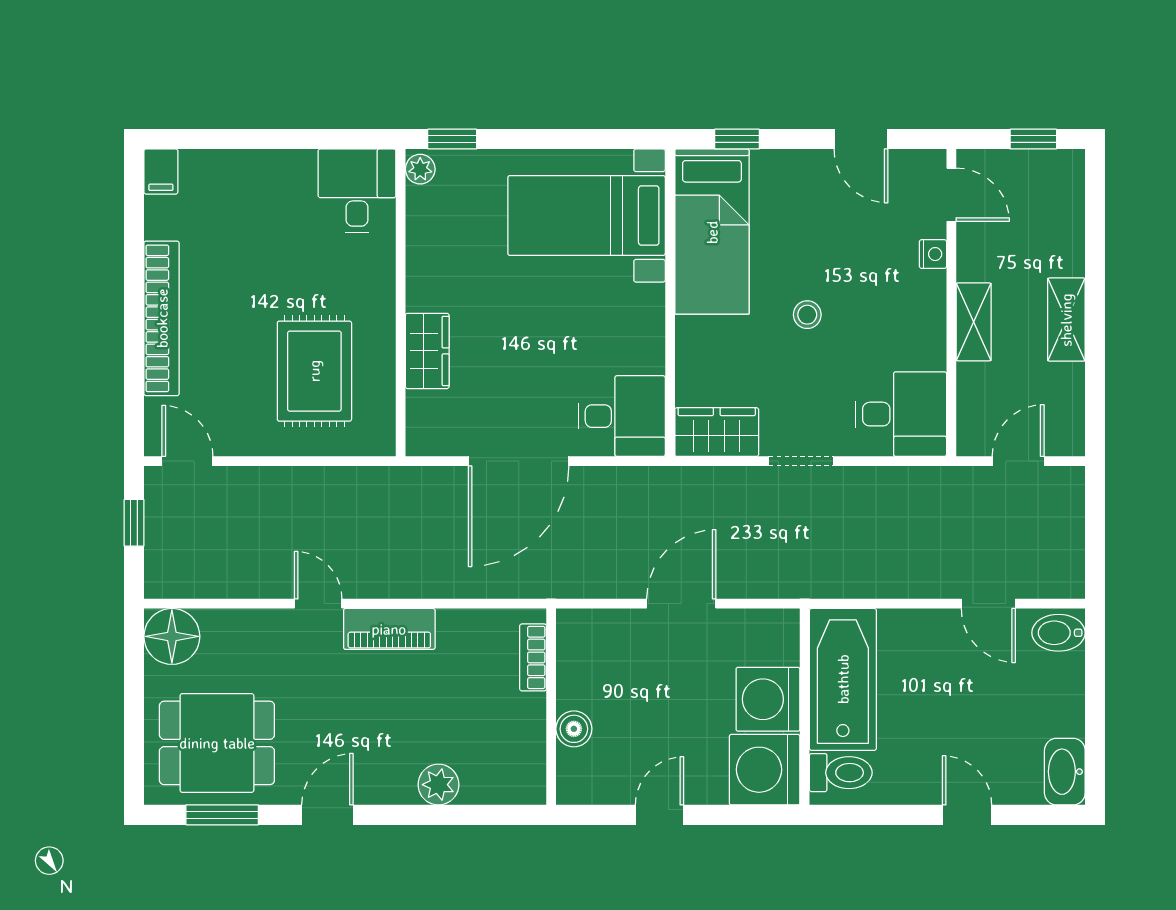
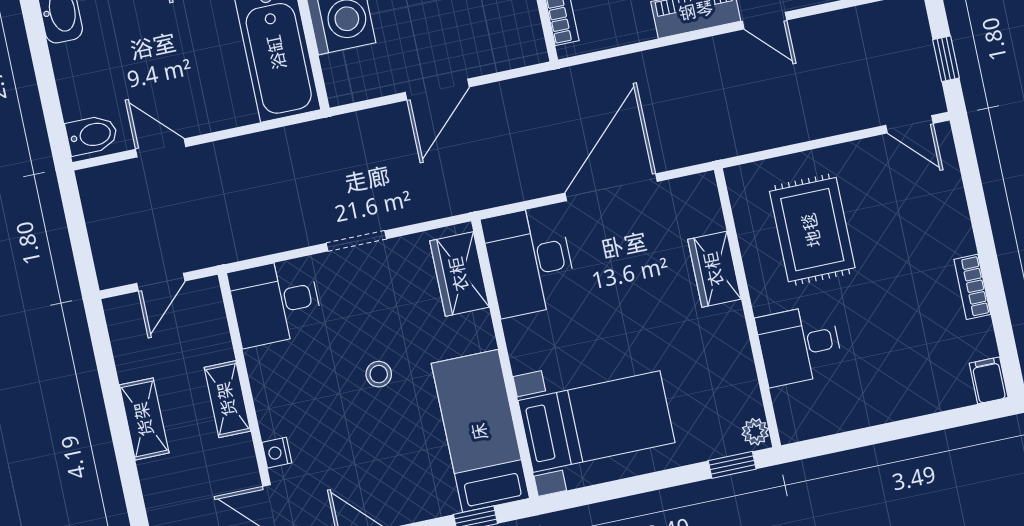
desk: (357, 191) -> (799, 345), moved, turned 90
bookcase: (162, 318) -> (972, 287), width x0.43, depth x0.76
desk: (622, 416) -> (530, 261), width x1.37
wardrobe: (717, 432) -> (459, 274), moved, turned 90

